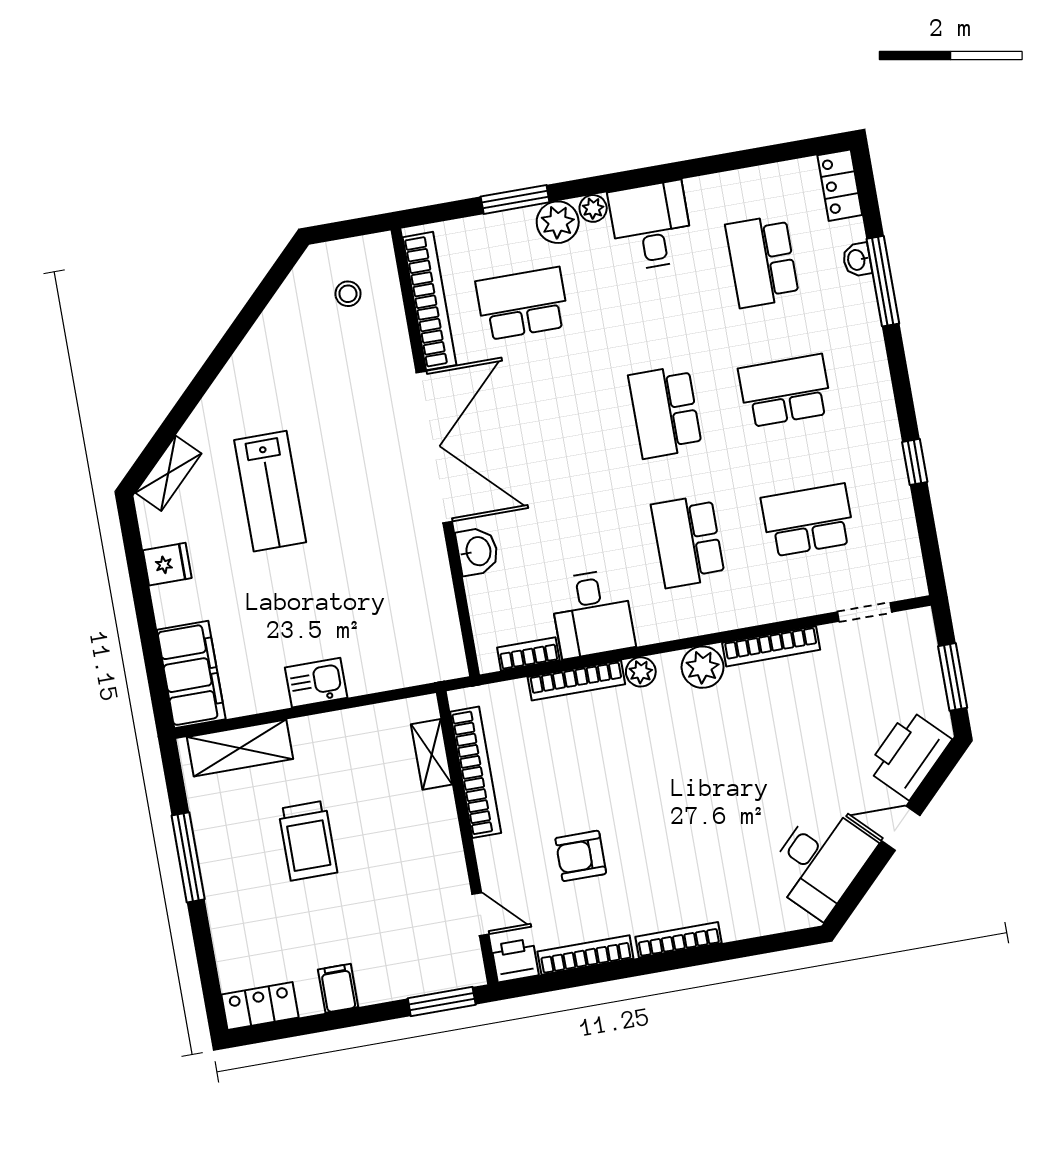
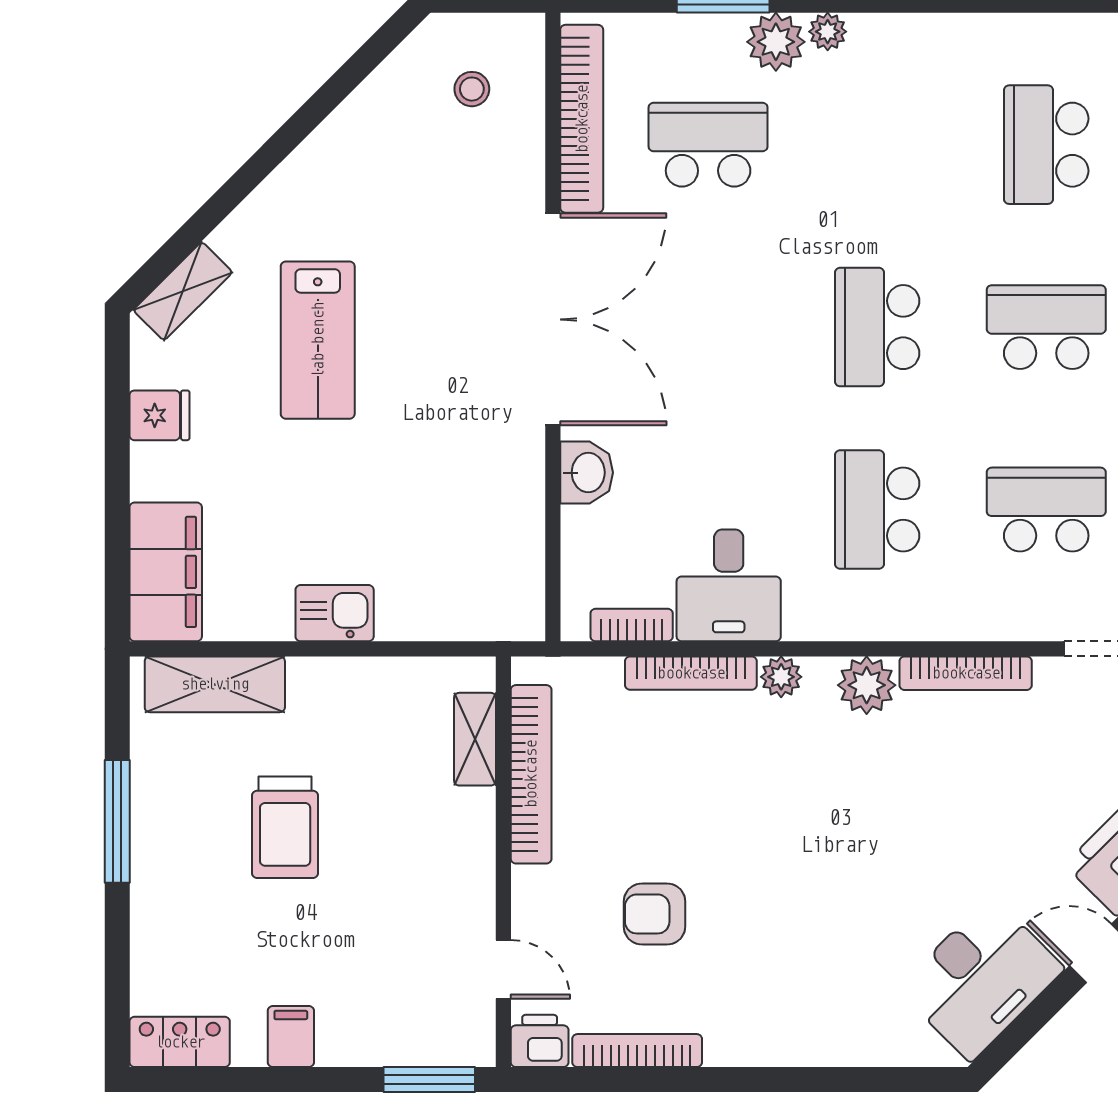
desk: (651, 226) -> (903, 69), removed
bookcase: (678, 940) -> (768, 1052), removed

